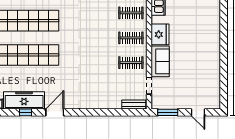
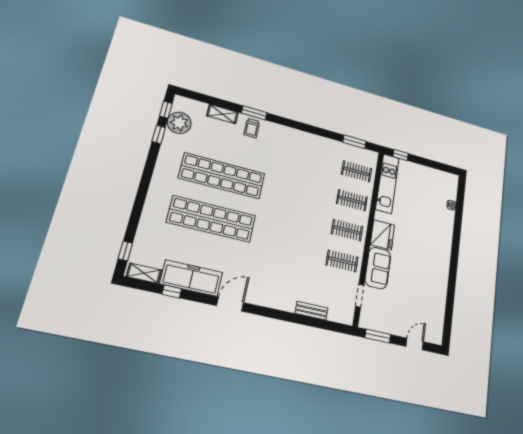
bench: (134, 104) -> (311, 311), moved
window: (25, 112) -> (172, 291), moved
door: (198, 112) -> (415, 344), swing flipped

